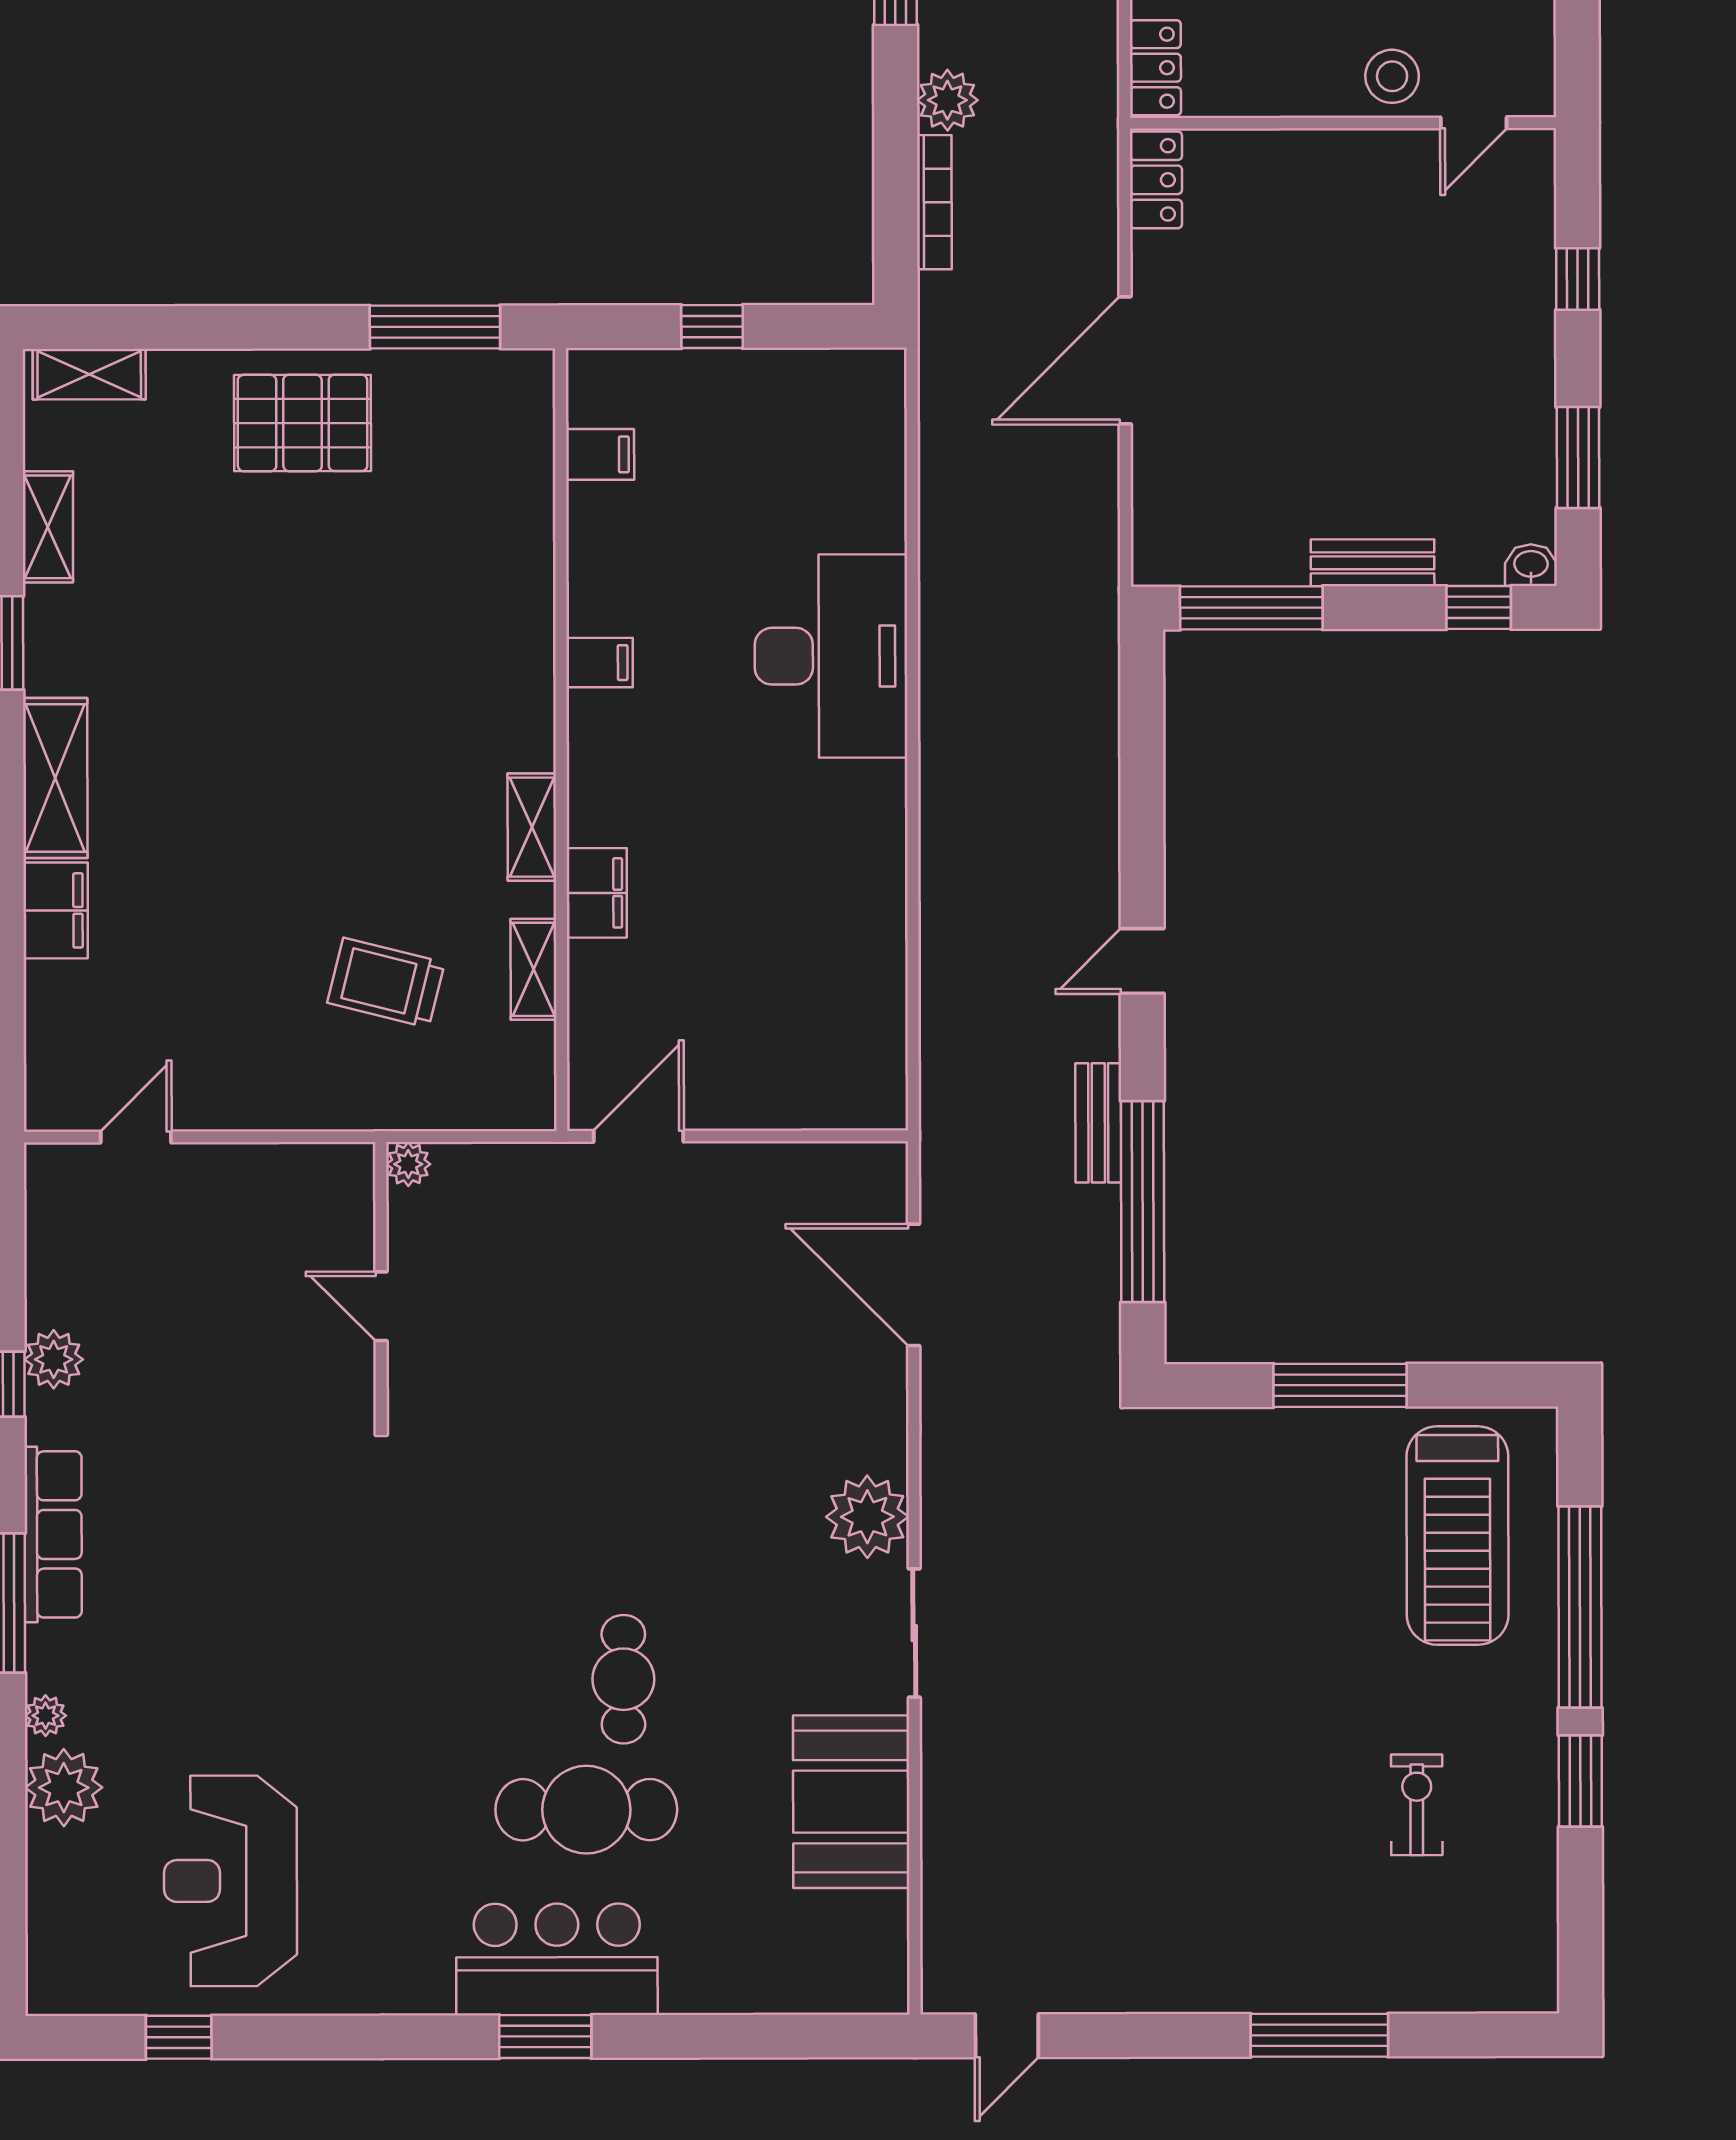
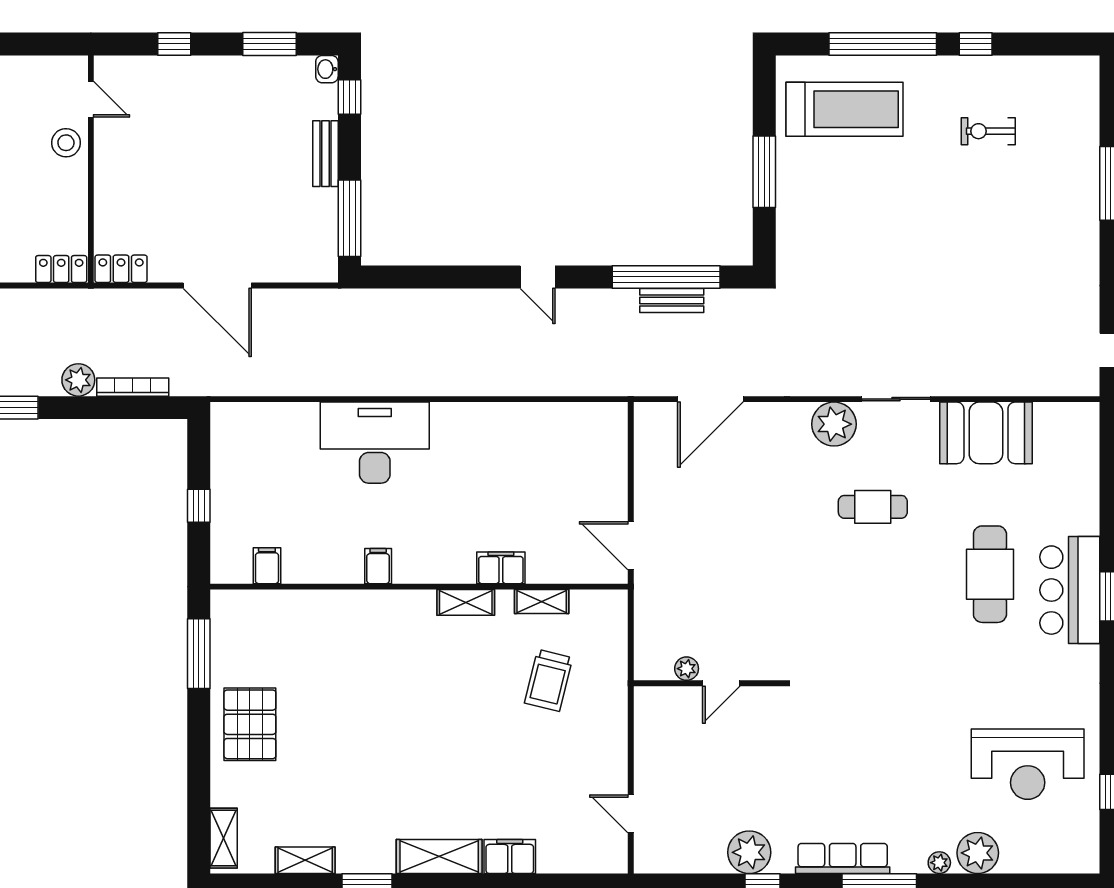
bench: (1098, 1123) -> (672, 300), moved
plant: (408, 1164) -> (687, 669), moved
plant: (54, 1359) -> (749, 852), width x1.36, depth x1.36
cafe table: (623, 1679) -> (873, 507), moved
window: (1580, 1781) -> (976, 44), width x0.67

